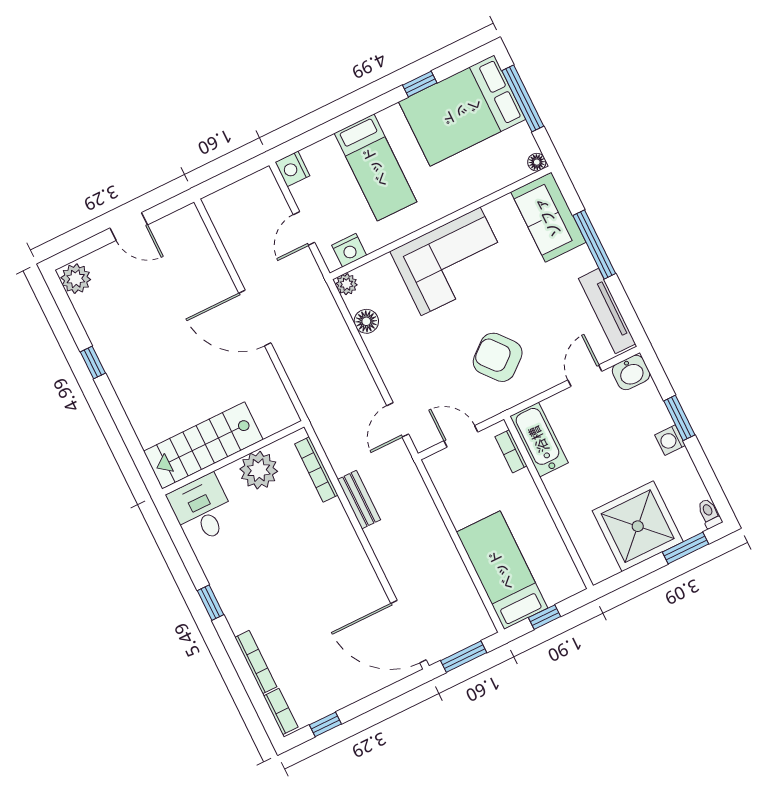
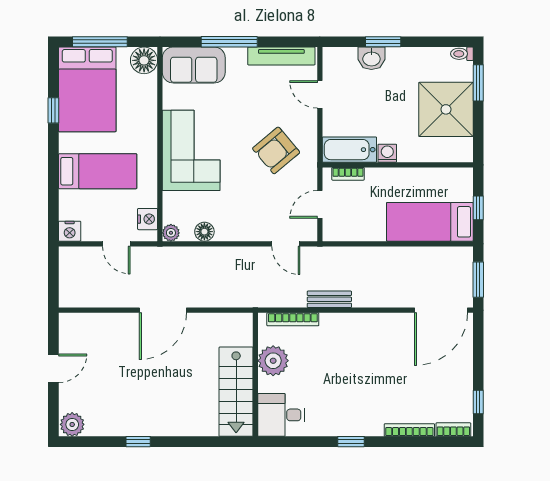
floor lamp: (537, 162) -> (144, 60), width x1.89, depth x1.89
washbasin: (631, 372) -> (371, 58), moved, turned 90
washing machine: (670, 440) -> (387, 153), moved, turned 180

